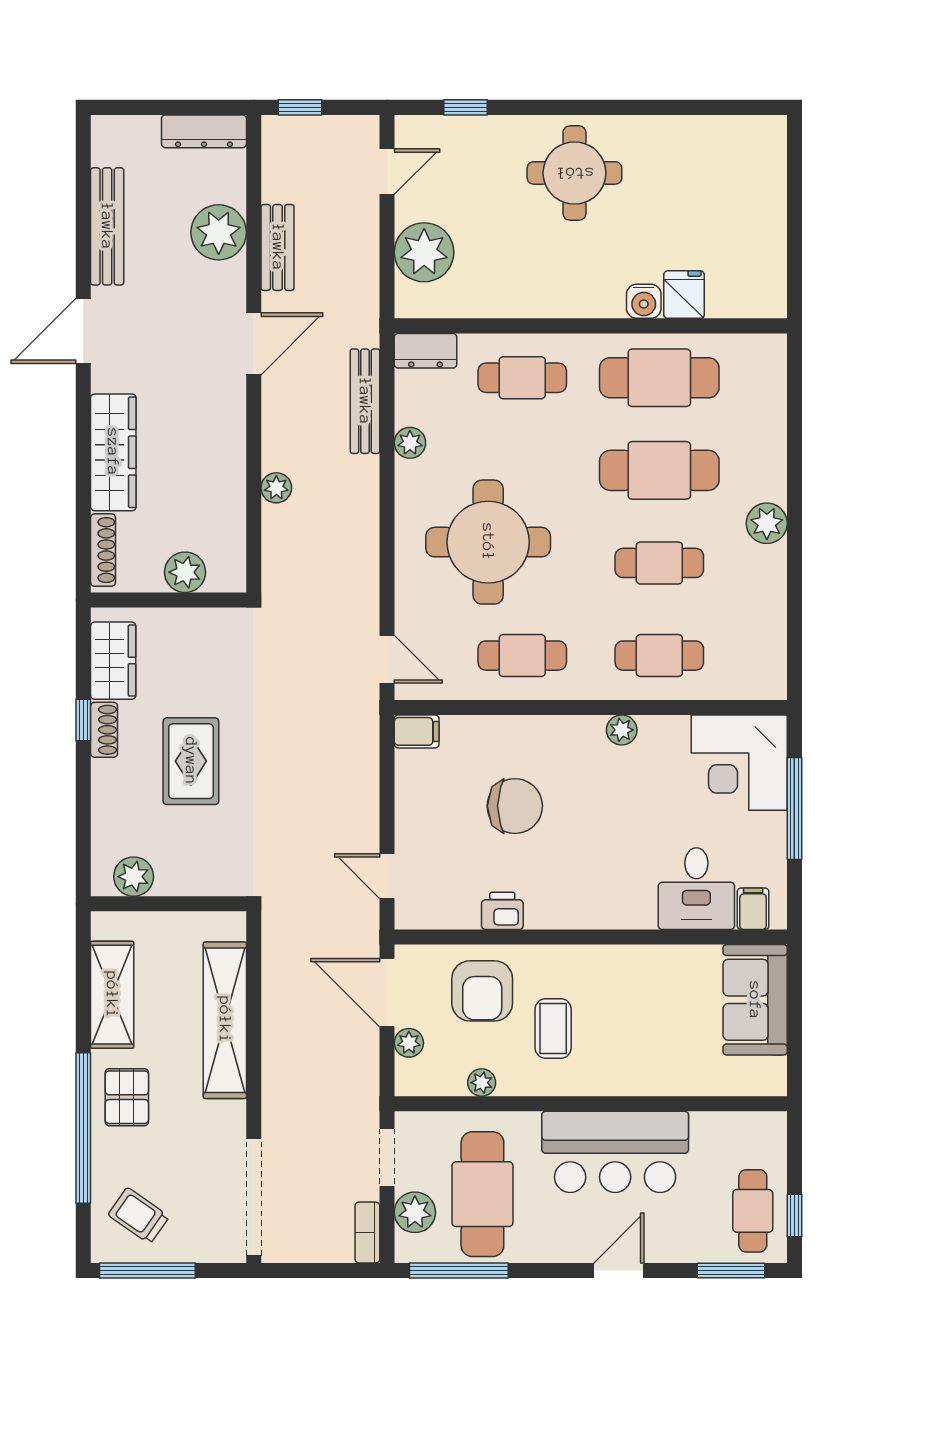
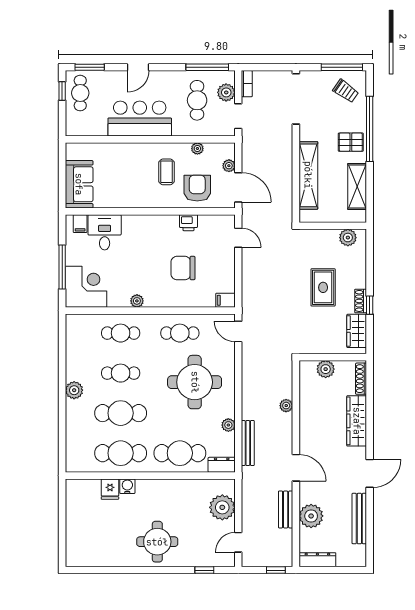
door: (254, 344) -> (296, 468), swing flipped
cafe table: (522, 378) -> (180, 453), width x1.37, depth x1.35
pallet: (127, 1097) -> (351, 142), turned 90
cafe table: (482, 1194) -> (197, 100), width x0.73, depth x0.74

